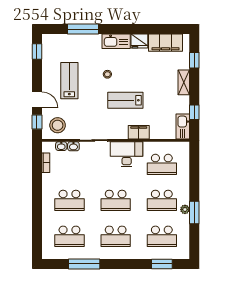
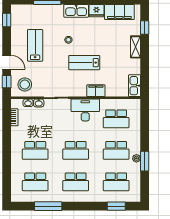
window: (194, 112) -> (145, 73), removed

